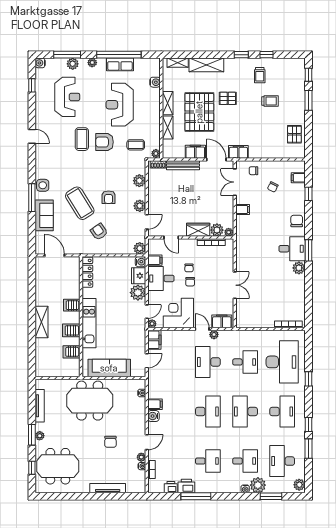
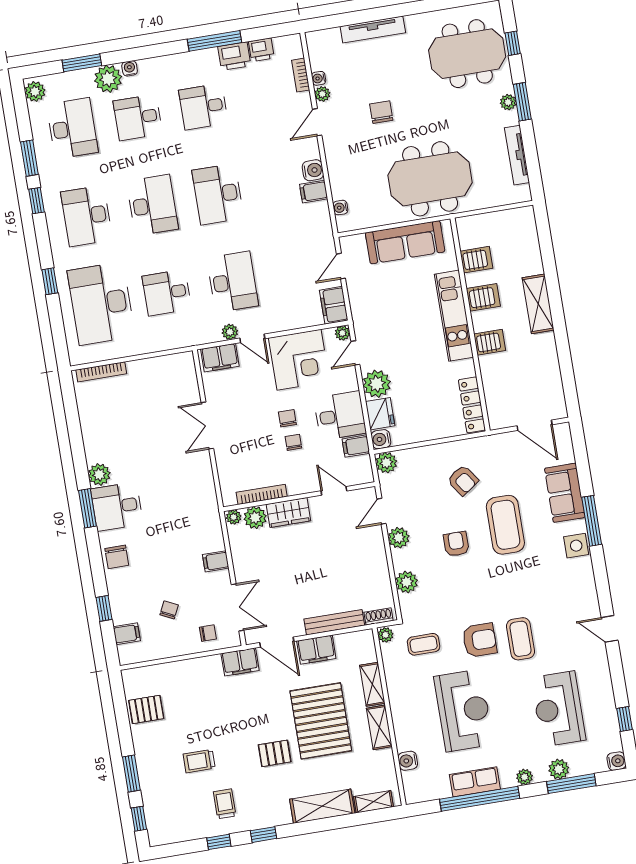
pallet: (294, 134) -> (146, 709), turned 90
coffee table: (80, 203) -> (505, 525), turned 32

